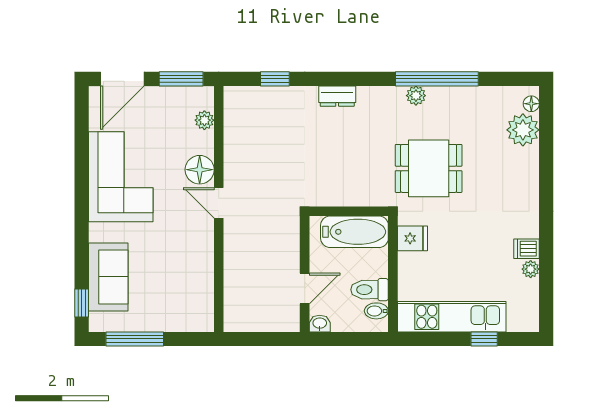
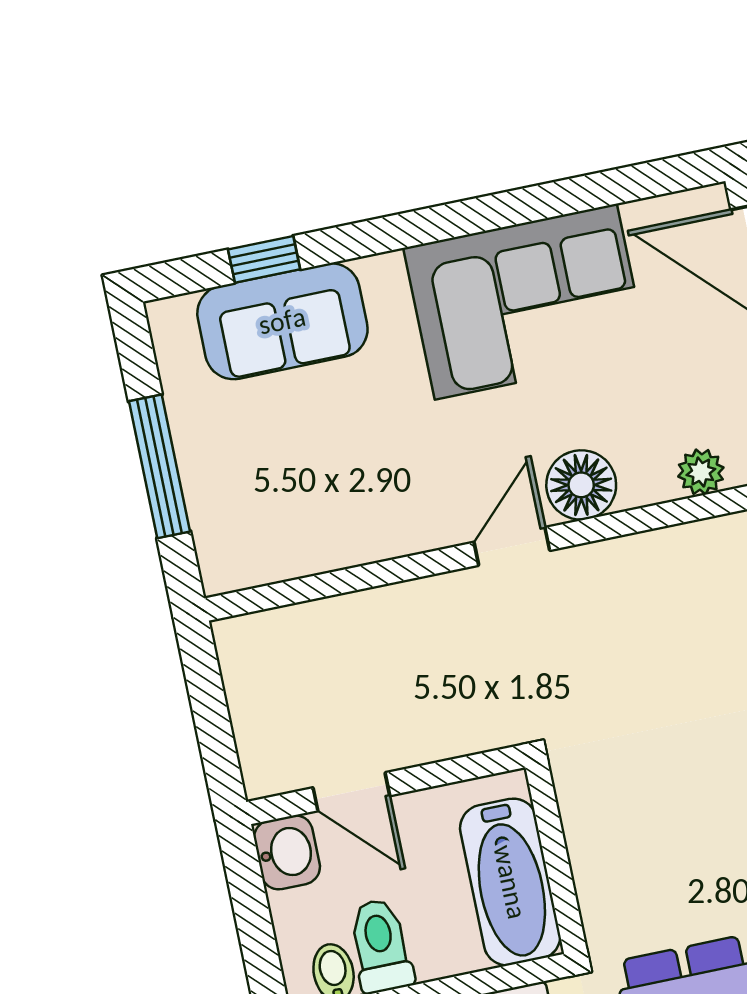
window: (82, 303) -> (264, 259), moved
washbasin: (320, 324) -> (287, 852), width x1.38, depth x1.45
window: (135, 339) -> (159, 466), moved

